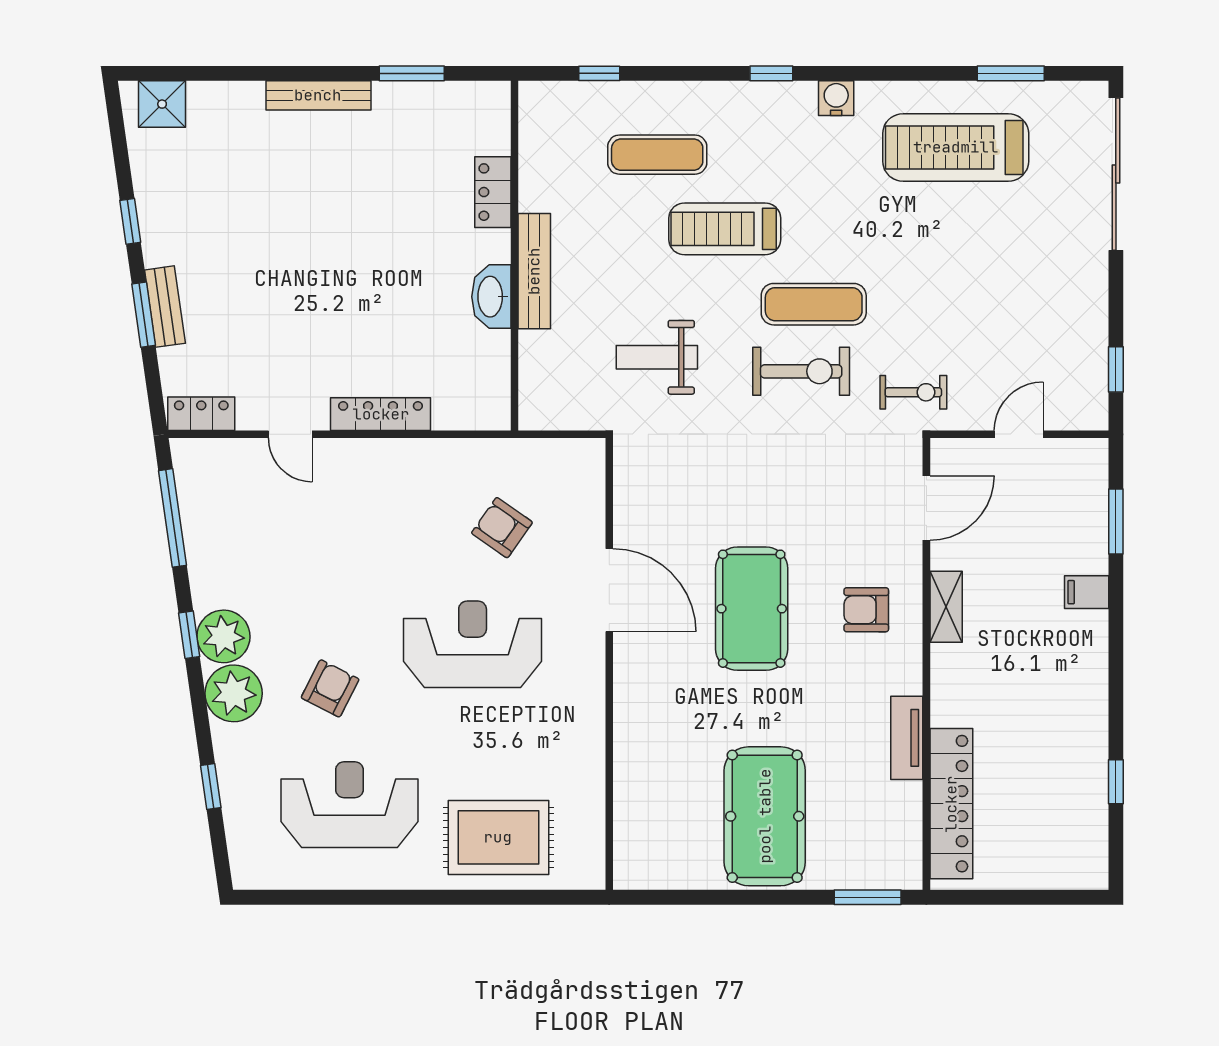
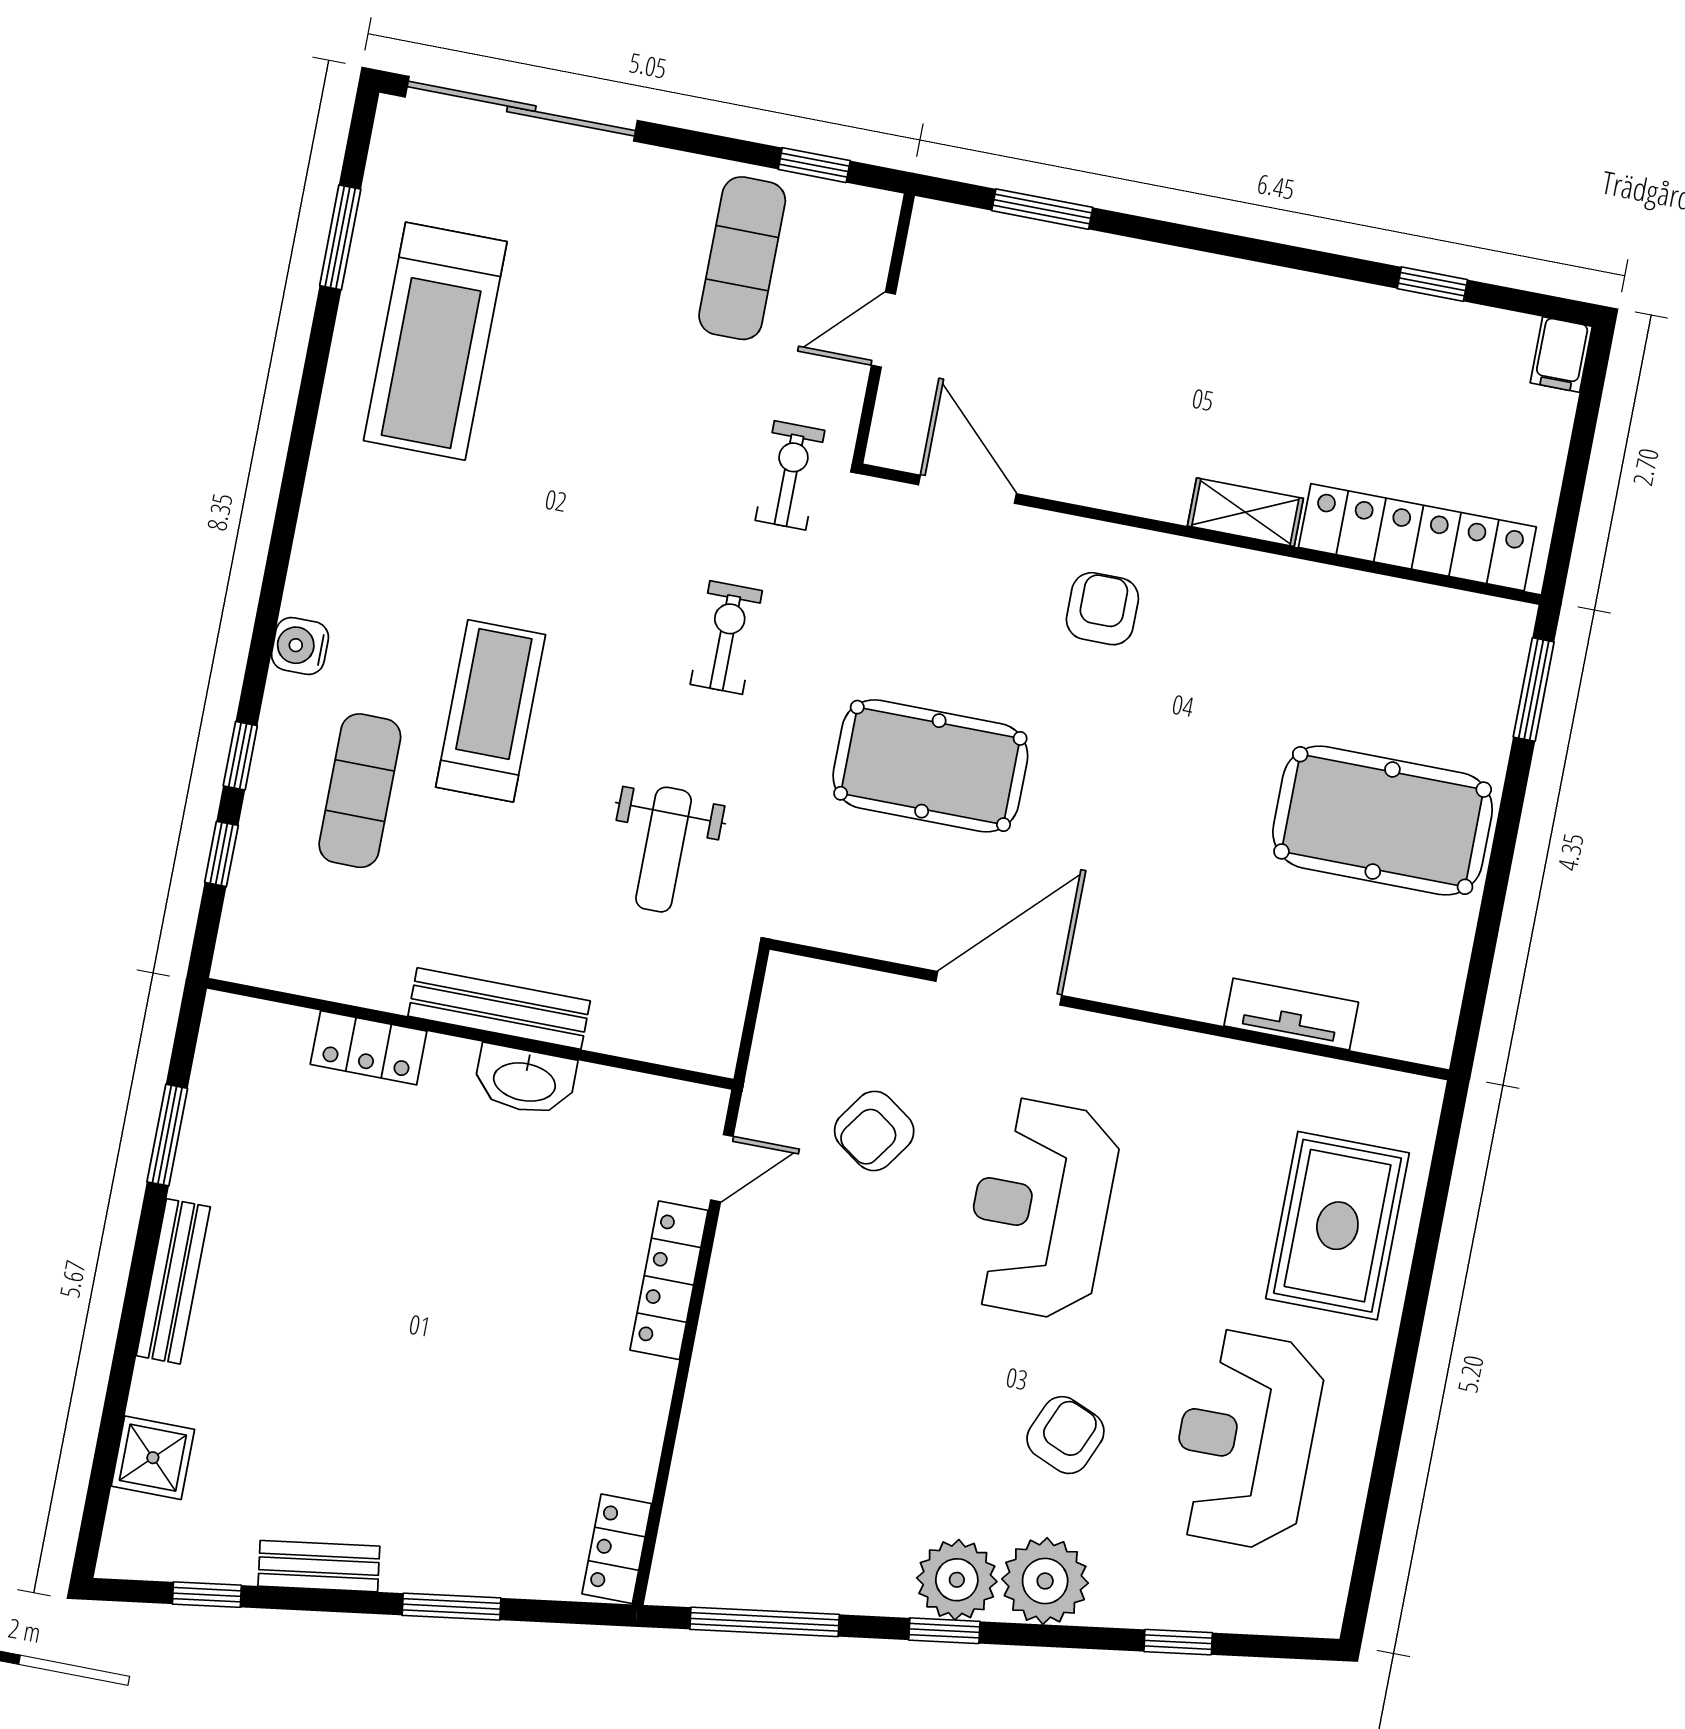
window: (771, 73) -> (240, 756), moved
water cooler: (836, 98) -> (300, 646), moved
shower: (162, 104) -> (153, 1458), moved
window: (130, 221) -> (207, 1595), moved
treadmill: (725, 229) -> (491, 711), turned 180
exercise mat: (814, 304) -> (742, 258), moved
bench: (165, 307) -> (319, 1566), moved
exercise bike: (801, 371) -> (726, 637), width x0.73, depth x0.72
door: (290, 434) -> (722, 1168), moved
door: (1019, 434) -> (883, 330), hinge flipped
filing cabinet: (1087, 592) -> (1561, 355), moved
shelving: (946, 607) -> (1245, 512), moved
pool table: (752, 609) -> (930, 766), moved
armchair: (866, 610) -> (1102, 609), turned 180
armchair: (330, 688) -> (1065, 1435), turned 86
tv unit: (907, 738) -> (1291, 1014), moved, turned 180

